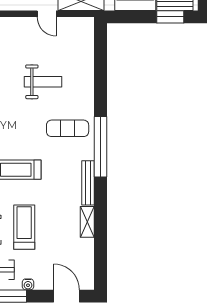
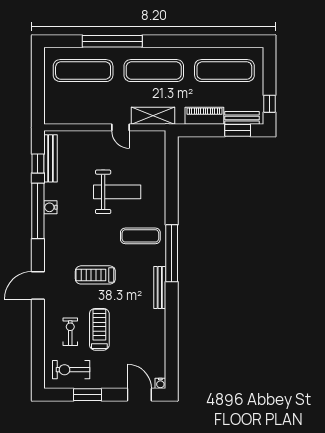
weight bench: (43, 82) -> (117, 192), width x1.36, depth x1.33
shelving: (87, 222) -> (159, 324), removed
water cooler: (28, 284) -> (160, 383), moved

